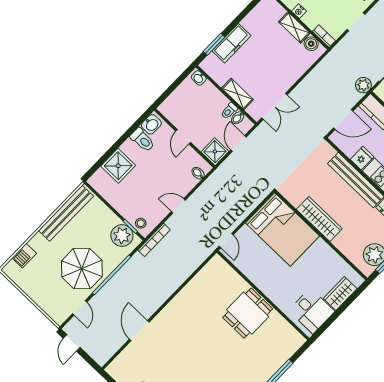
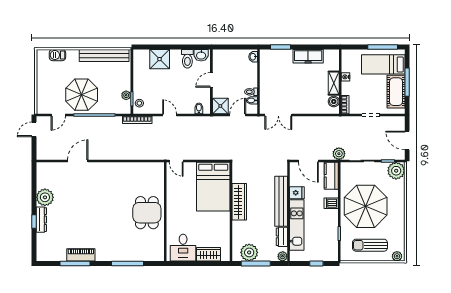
freezer: (231, 43) -> (308, 56), moved
shelving: (237, 94) -> (265, 87), removed
plant: (122, 236) -> (126, 95), width x0.53, depth x0.53
door: (226, 241) -> (176, 161), hinge flipped
dining table: (248, 313) -> (147, 213), turned 90

